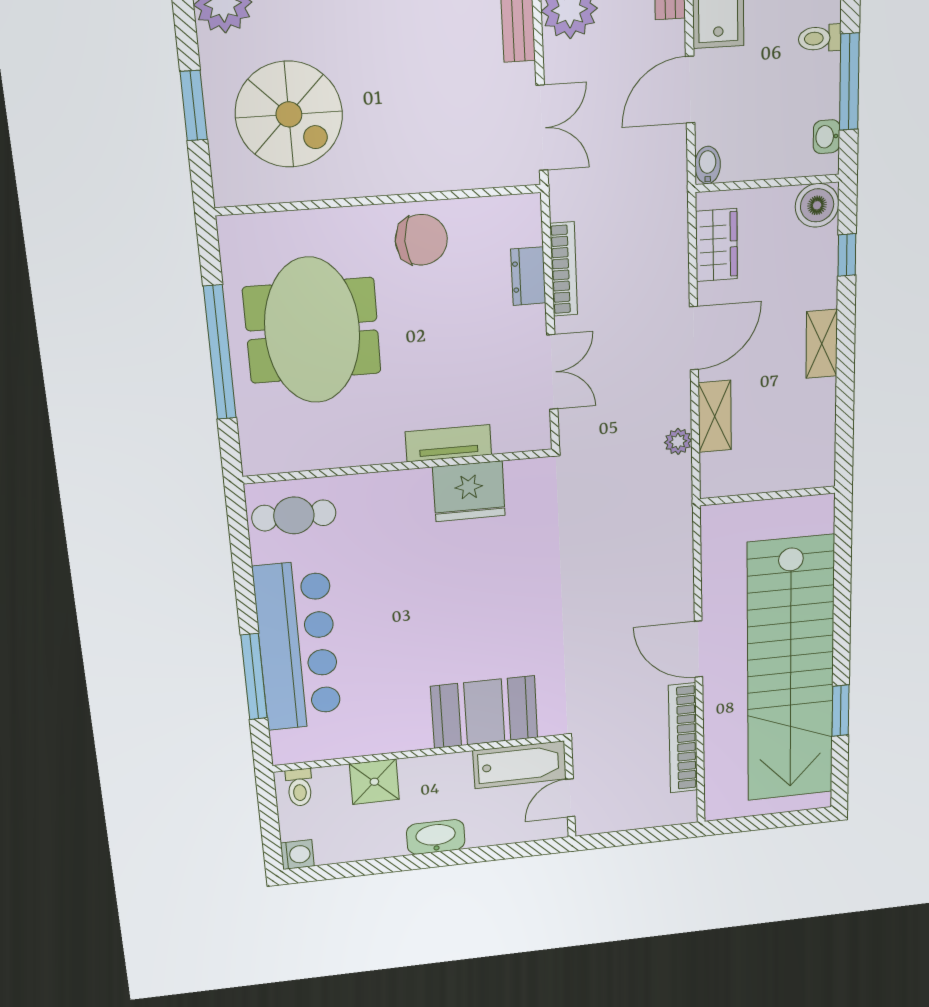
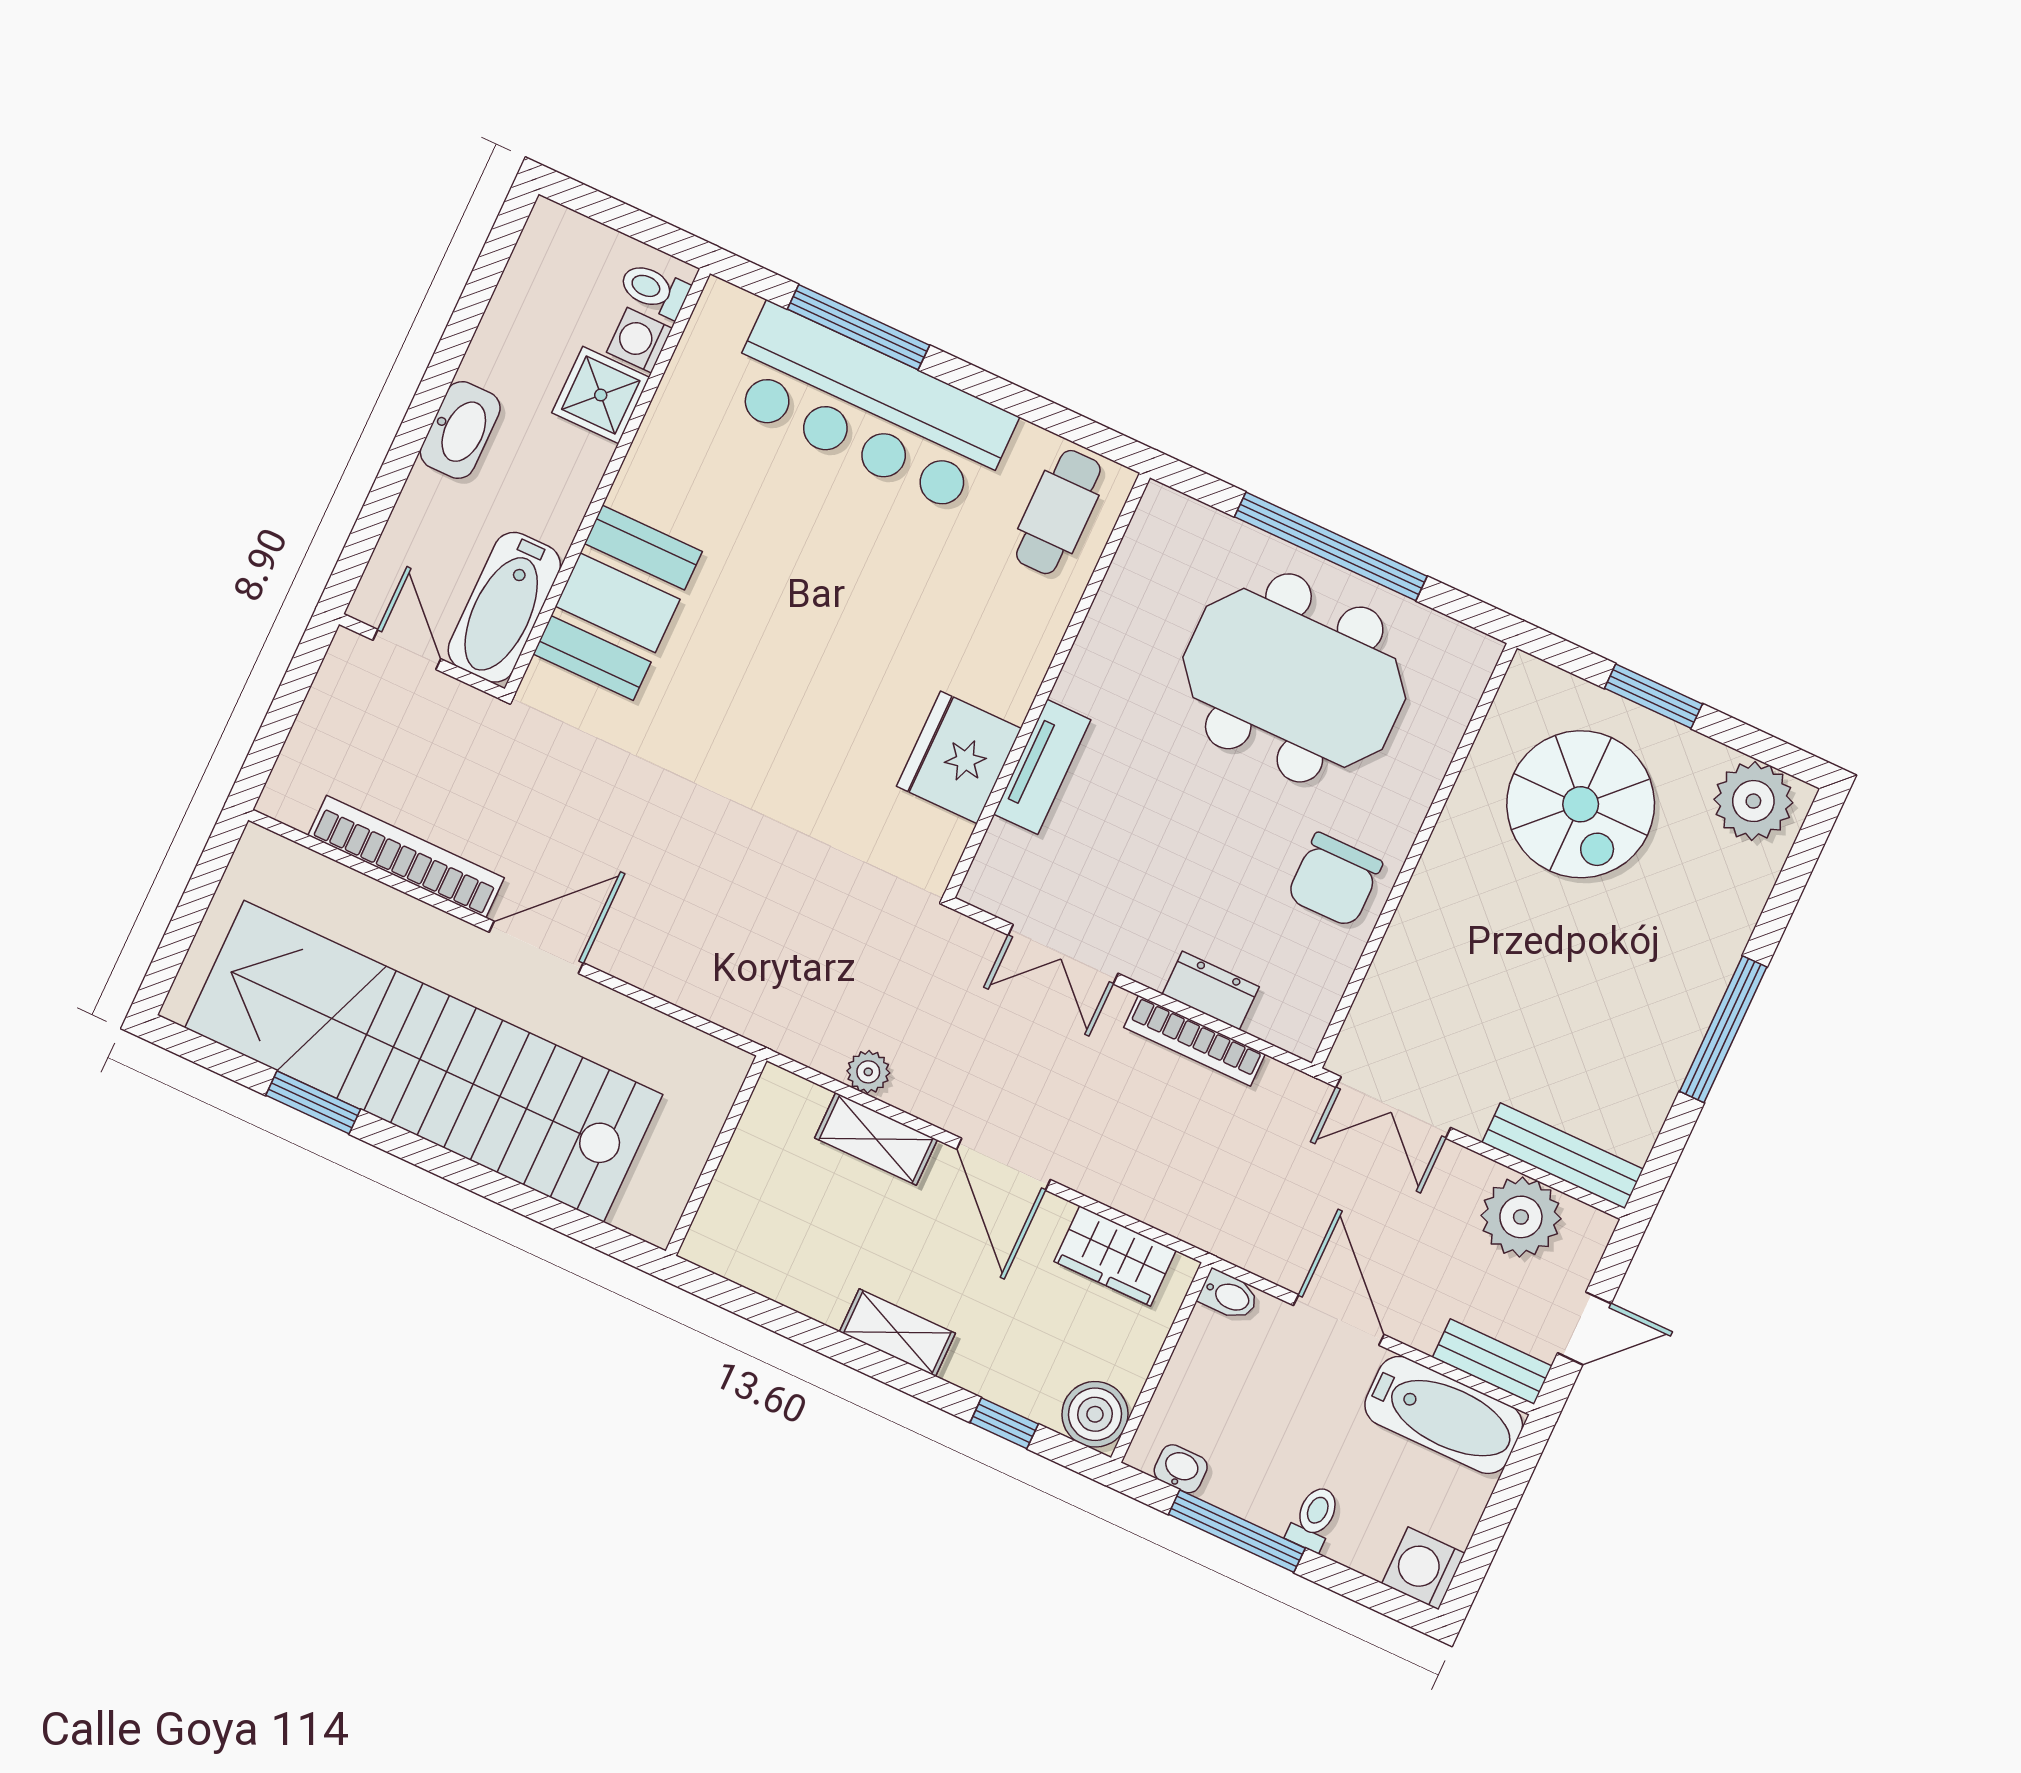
spiral stairs: (289, 114) -> (1581, 804), turned -90
washing machine: (297, 854) -> (639, 340), moved, turned 90

